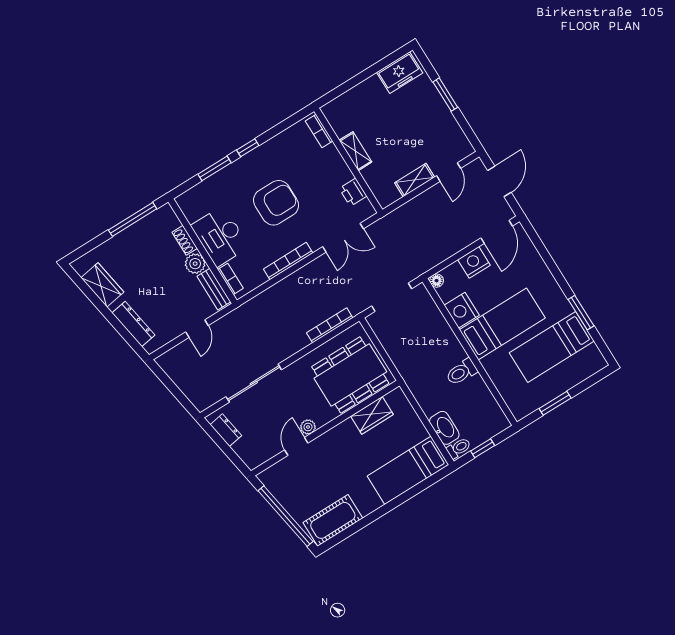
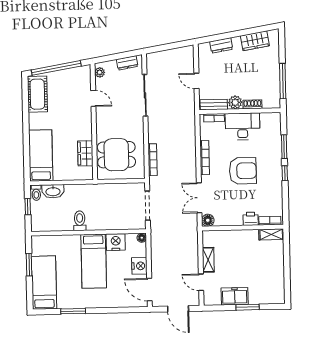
freezer: (400, 73) -> (235, 296), moved, turned 90
shelving: (355, 151) -> (271, 234), moved
printer: (353, 192) -> (251, 219), moved
armchair: (276, 203) -> (243, 171), turned -90
floor lamp: (365, 210) -> (208, 220), added
dresser: (133, 324) -> (221, 45), width x0.70
bed: (552, 347) -> (44, 283), moved
dining table: (350, 375) -> (116, 155), width x0.73
plant: (308, 427) -> (100, 72), moved

